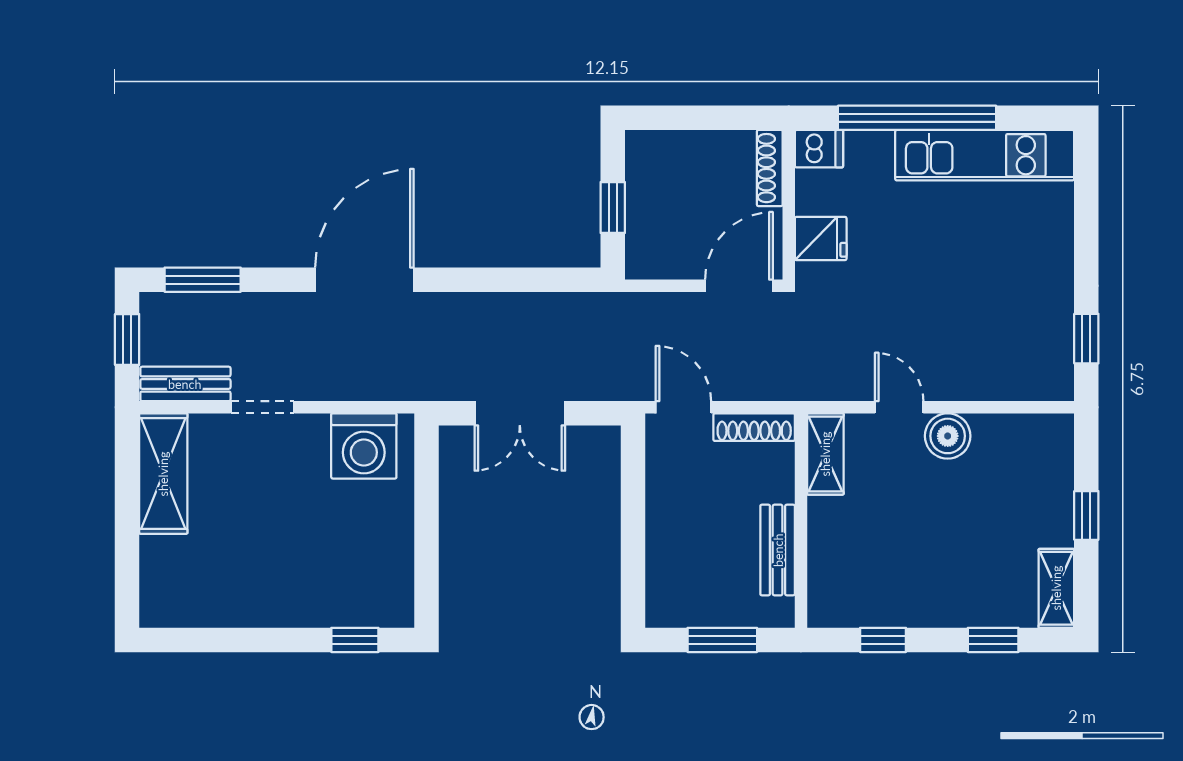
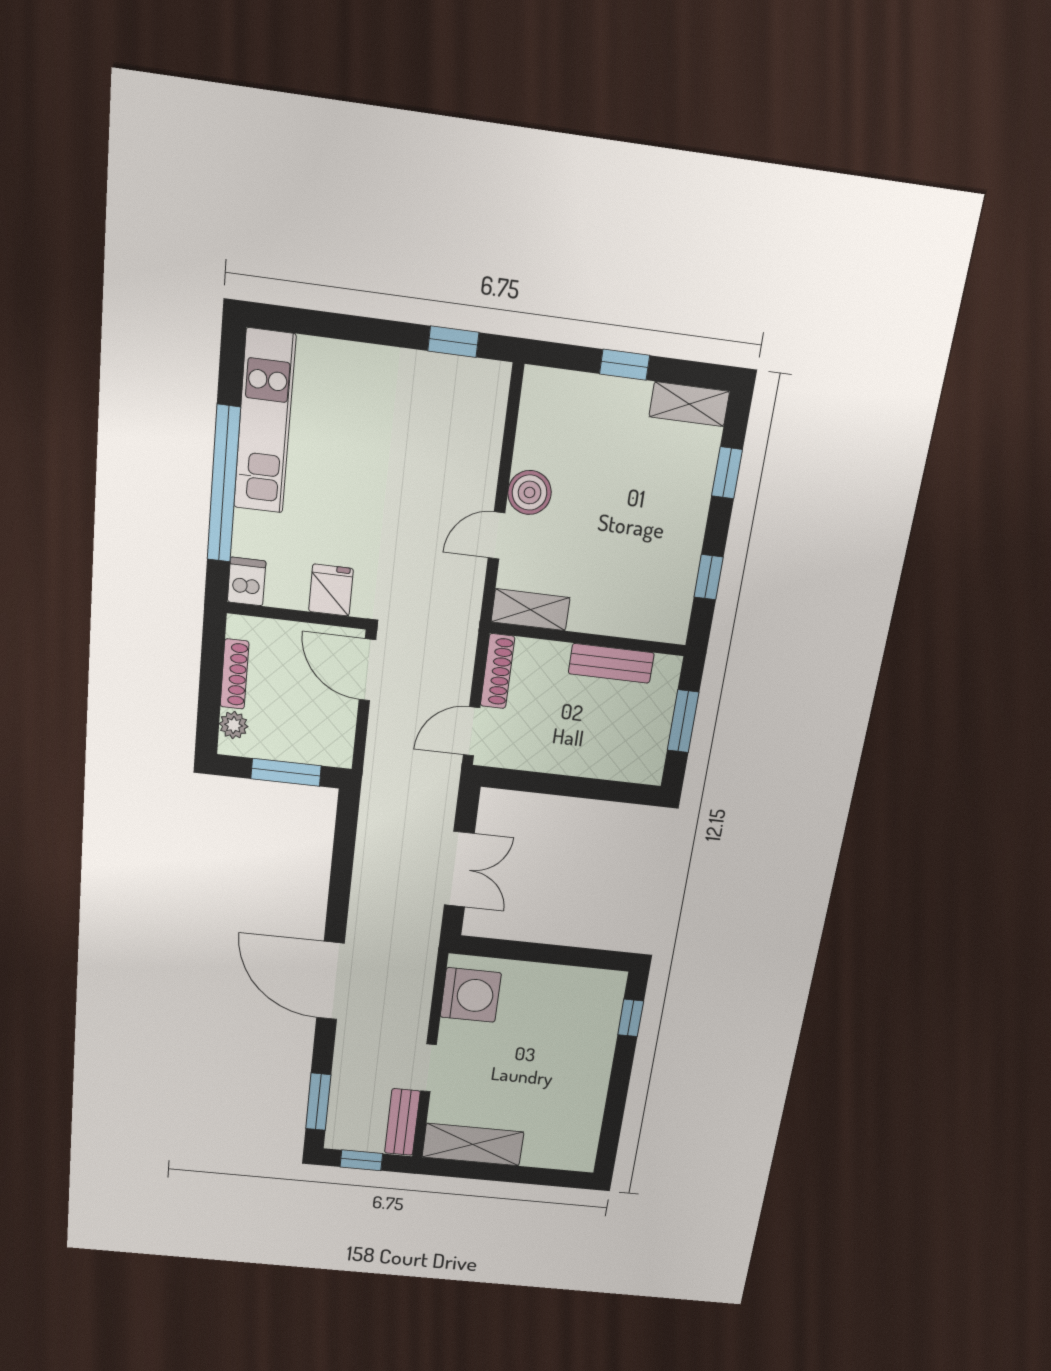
plant: (660, 146) -> (234, 725), added
shoe rack: (770, 168) -> (234, 674), moved, turned -90
window: (613, 207) -> (286, 772), width x1.50

